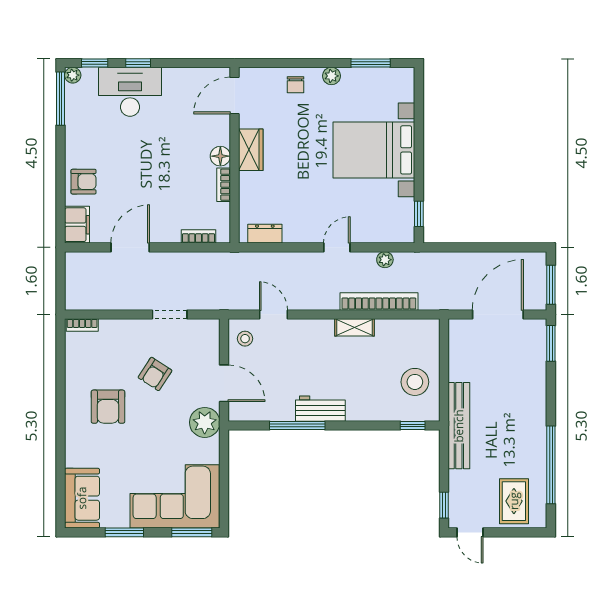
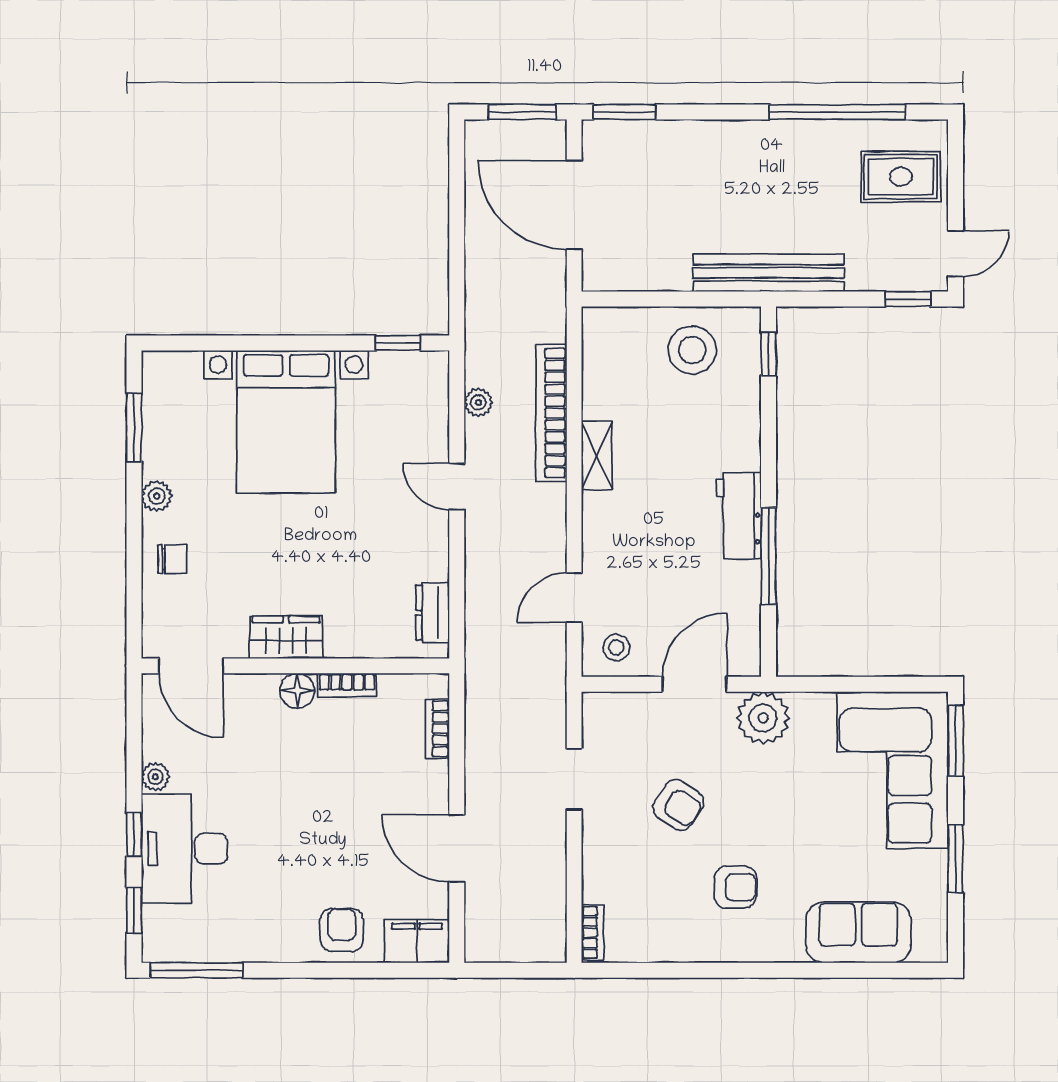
plant: (73, 75) -> (155, 777), moved
armchair: (108, 407) -> (735, 887), width x0.72, depth x0.72
sofa: (82, 498) -> (858, 933), moved

